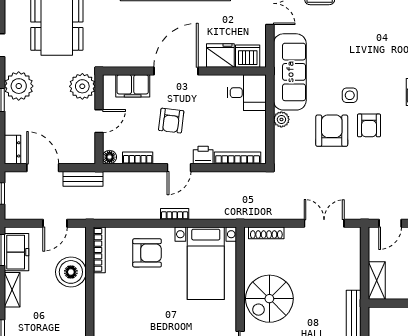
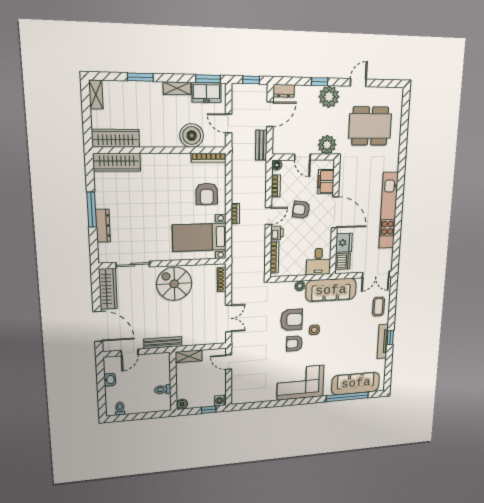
door: (179, 168) -> (268, 216), swing flipped

